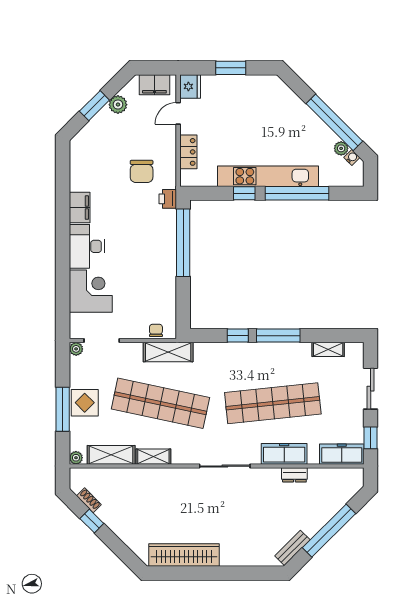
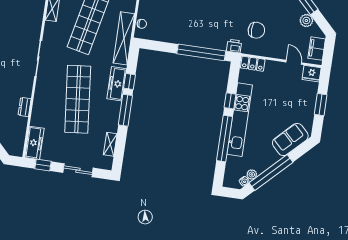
sofa: (285, 102) -> (290, 139), added
locker: (188, 152) -> (253, 64), moved
chair: (142, 171) -> (256, 30), turned 180
shelving: (168, 352) -> (124, 38), width x1.47
freezer: (284, 454) -> (117, 84), moved, turned 180

